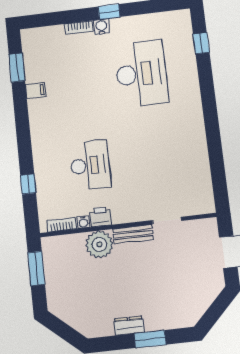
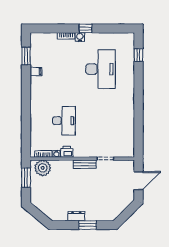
window: (28, 184) -> (26, 128), removed
plant: (99, 244) -> (43, 168), moved

